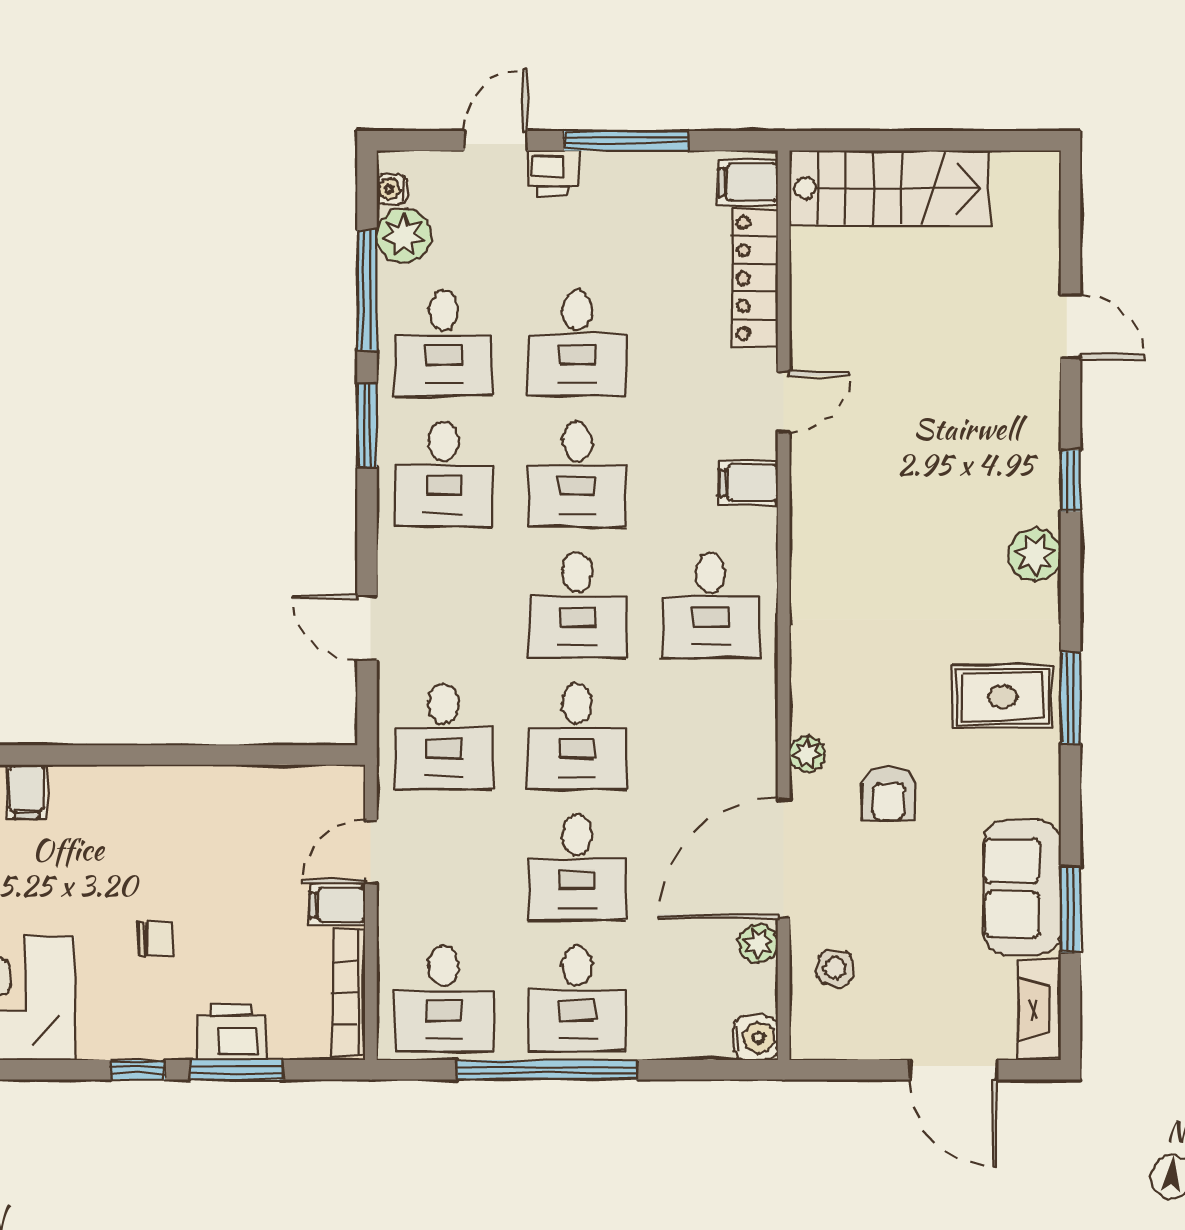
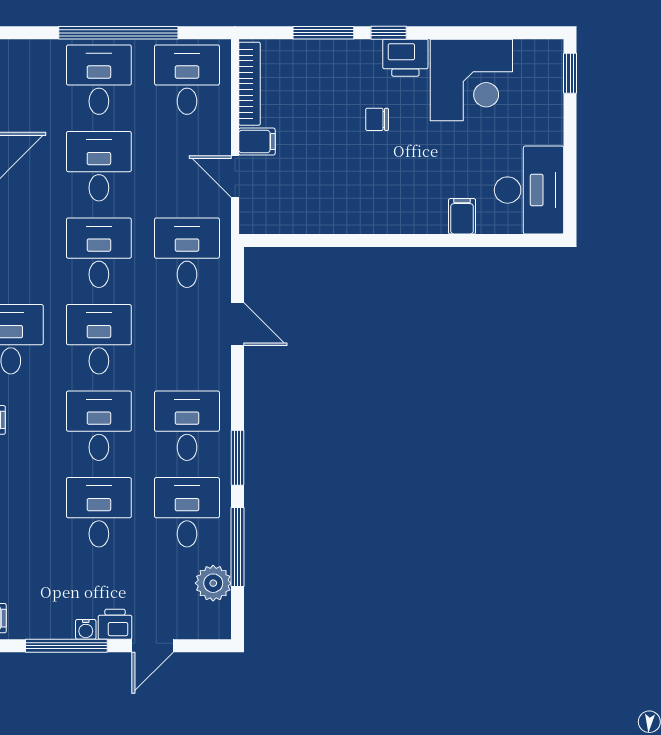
water cooler: (392, 189) -> (86, 629), moved, turned 90
door: (371, 852) -> (235, 177), swing flipped
printer: (232, 1032) -> (405, 58), moved

